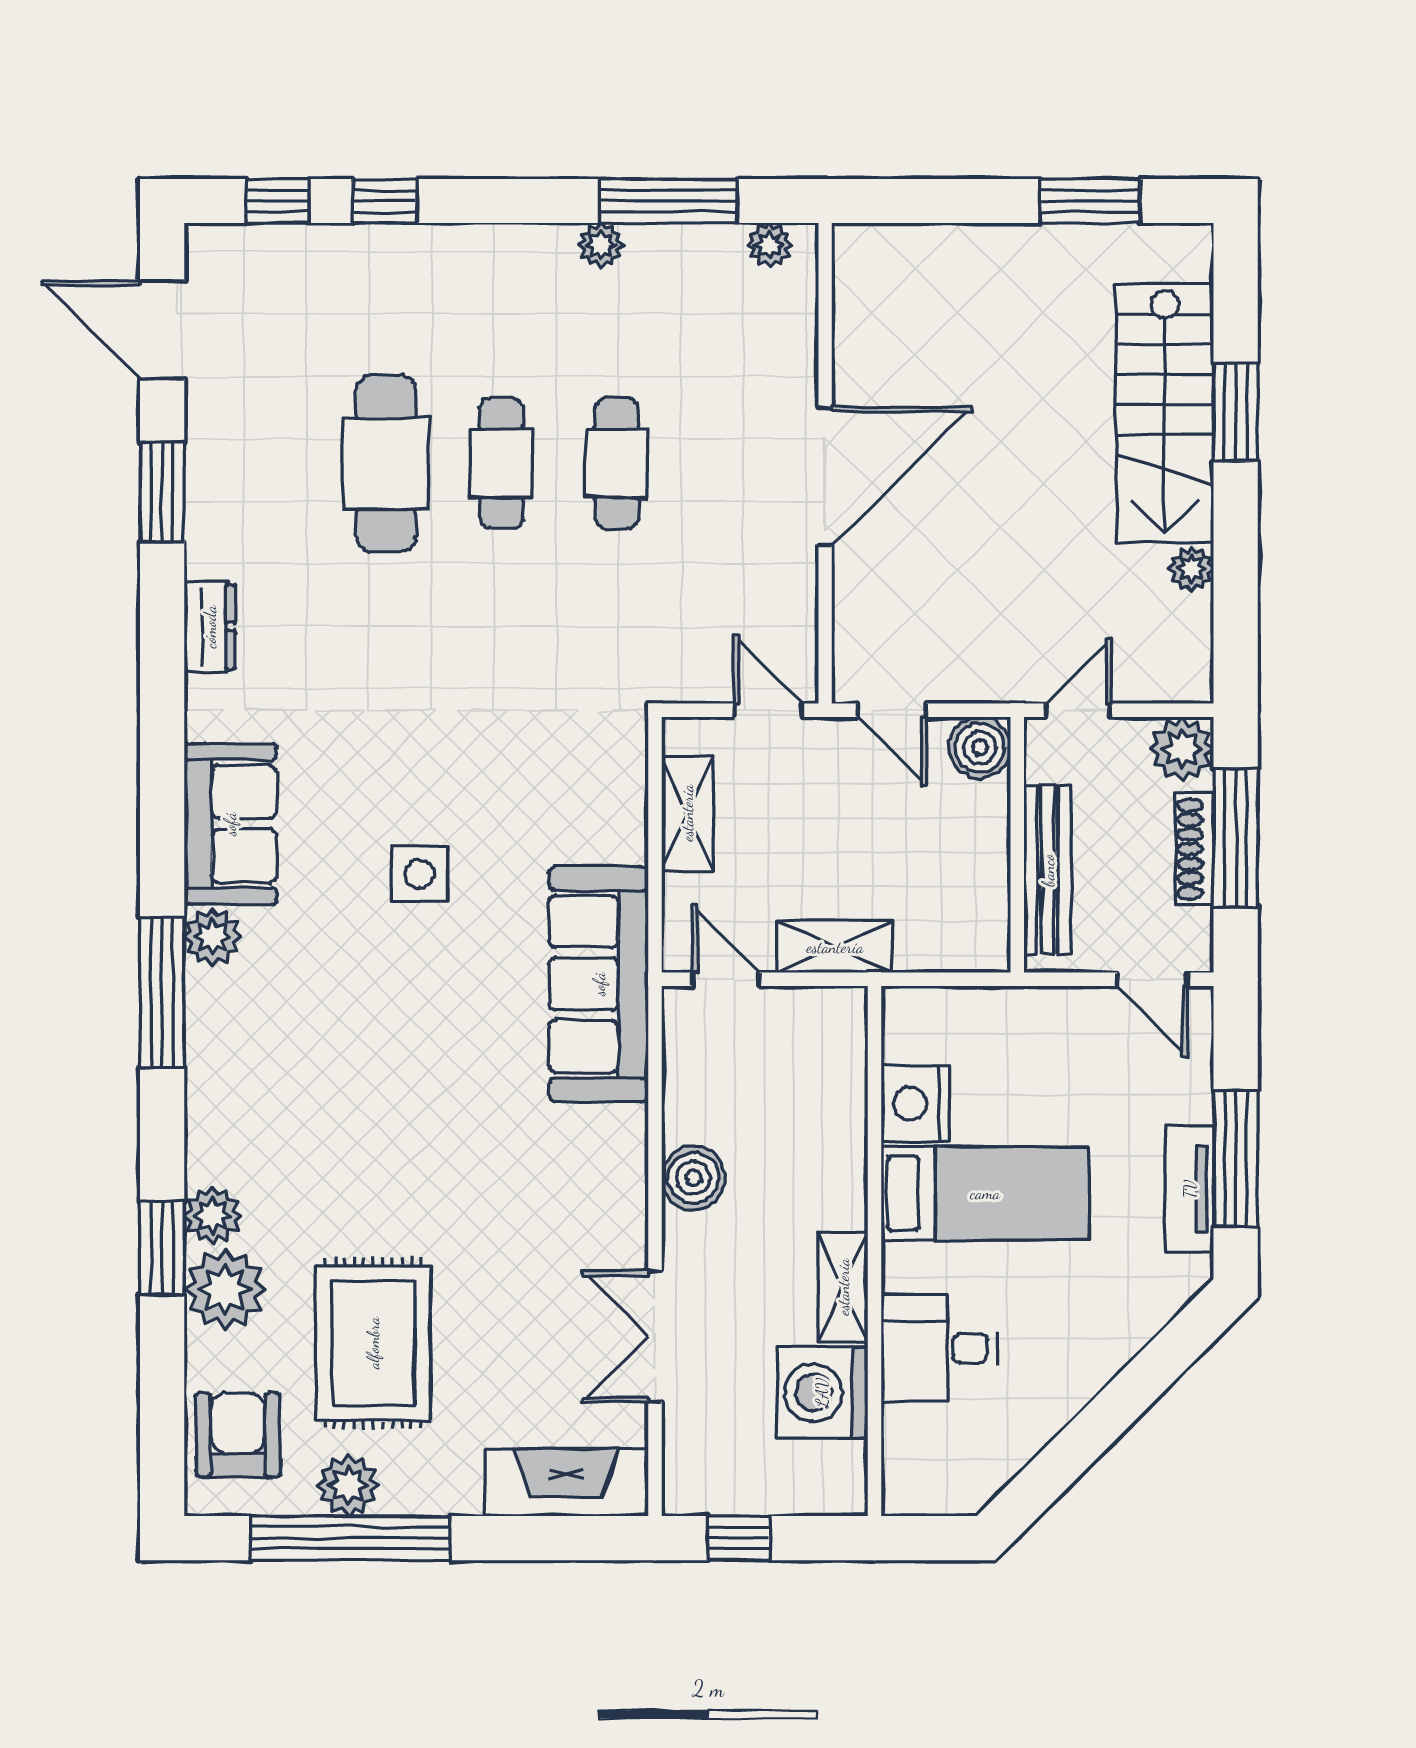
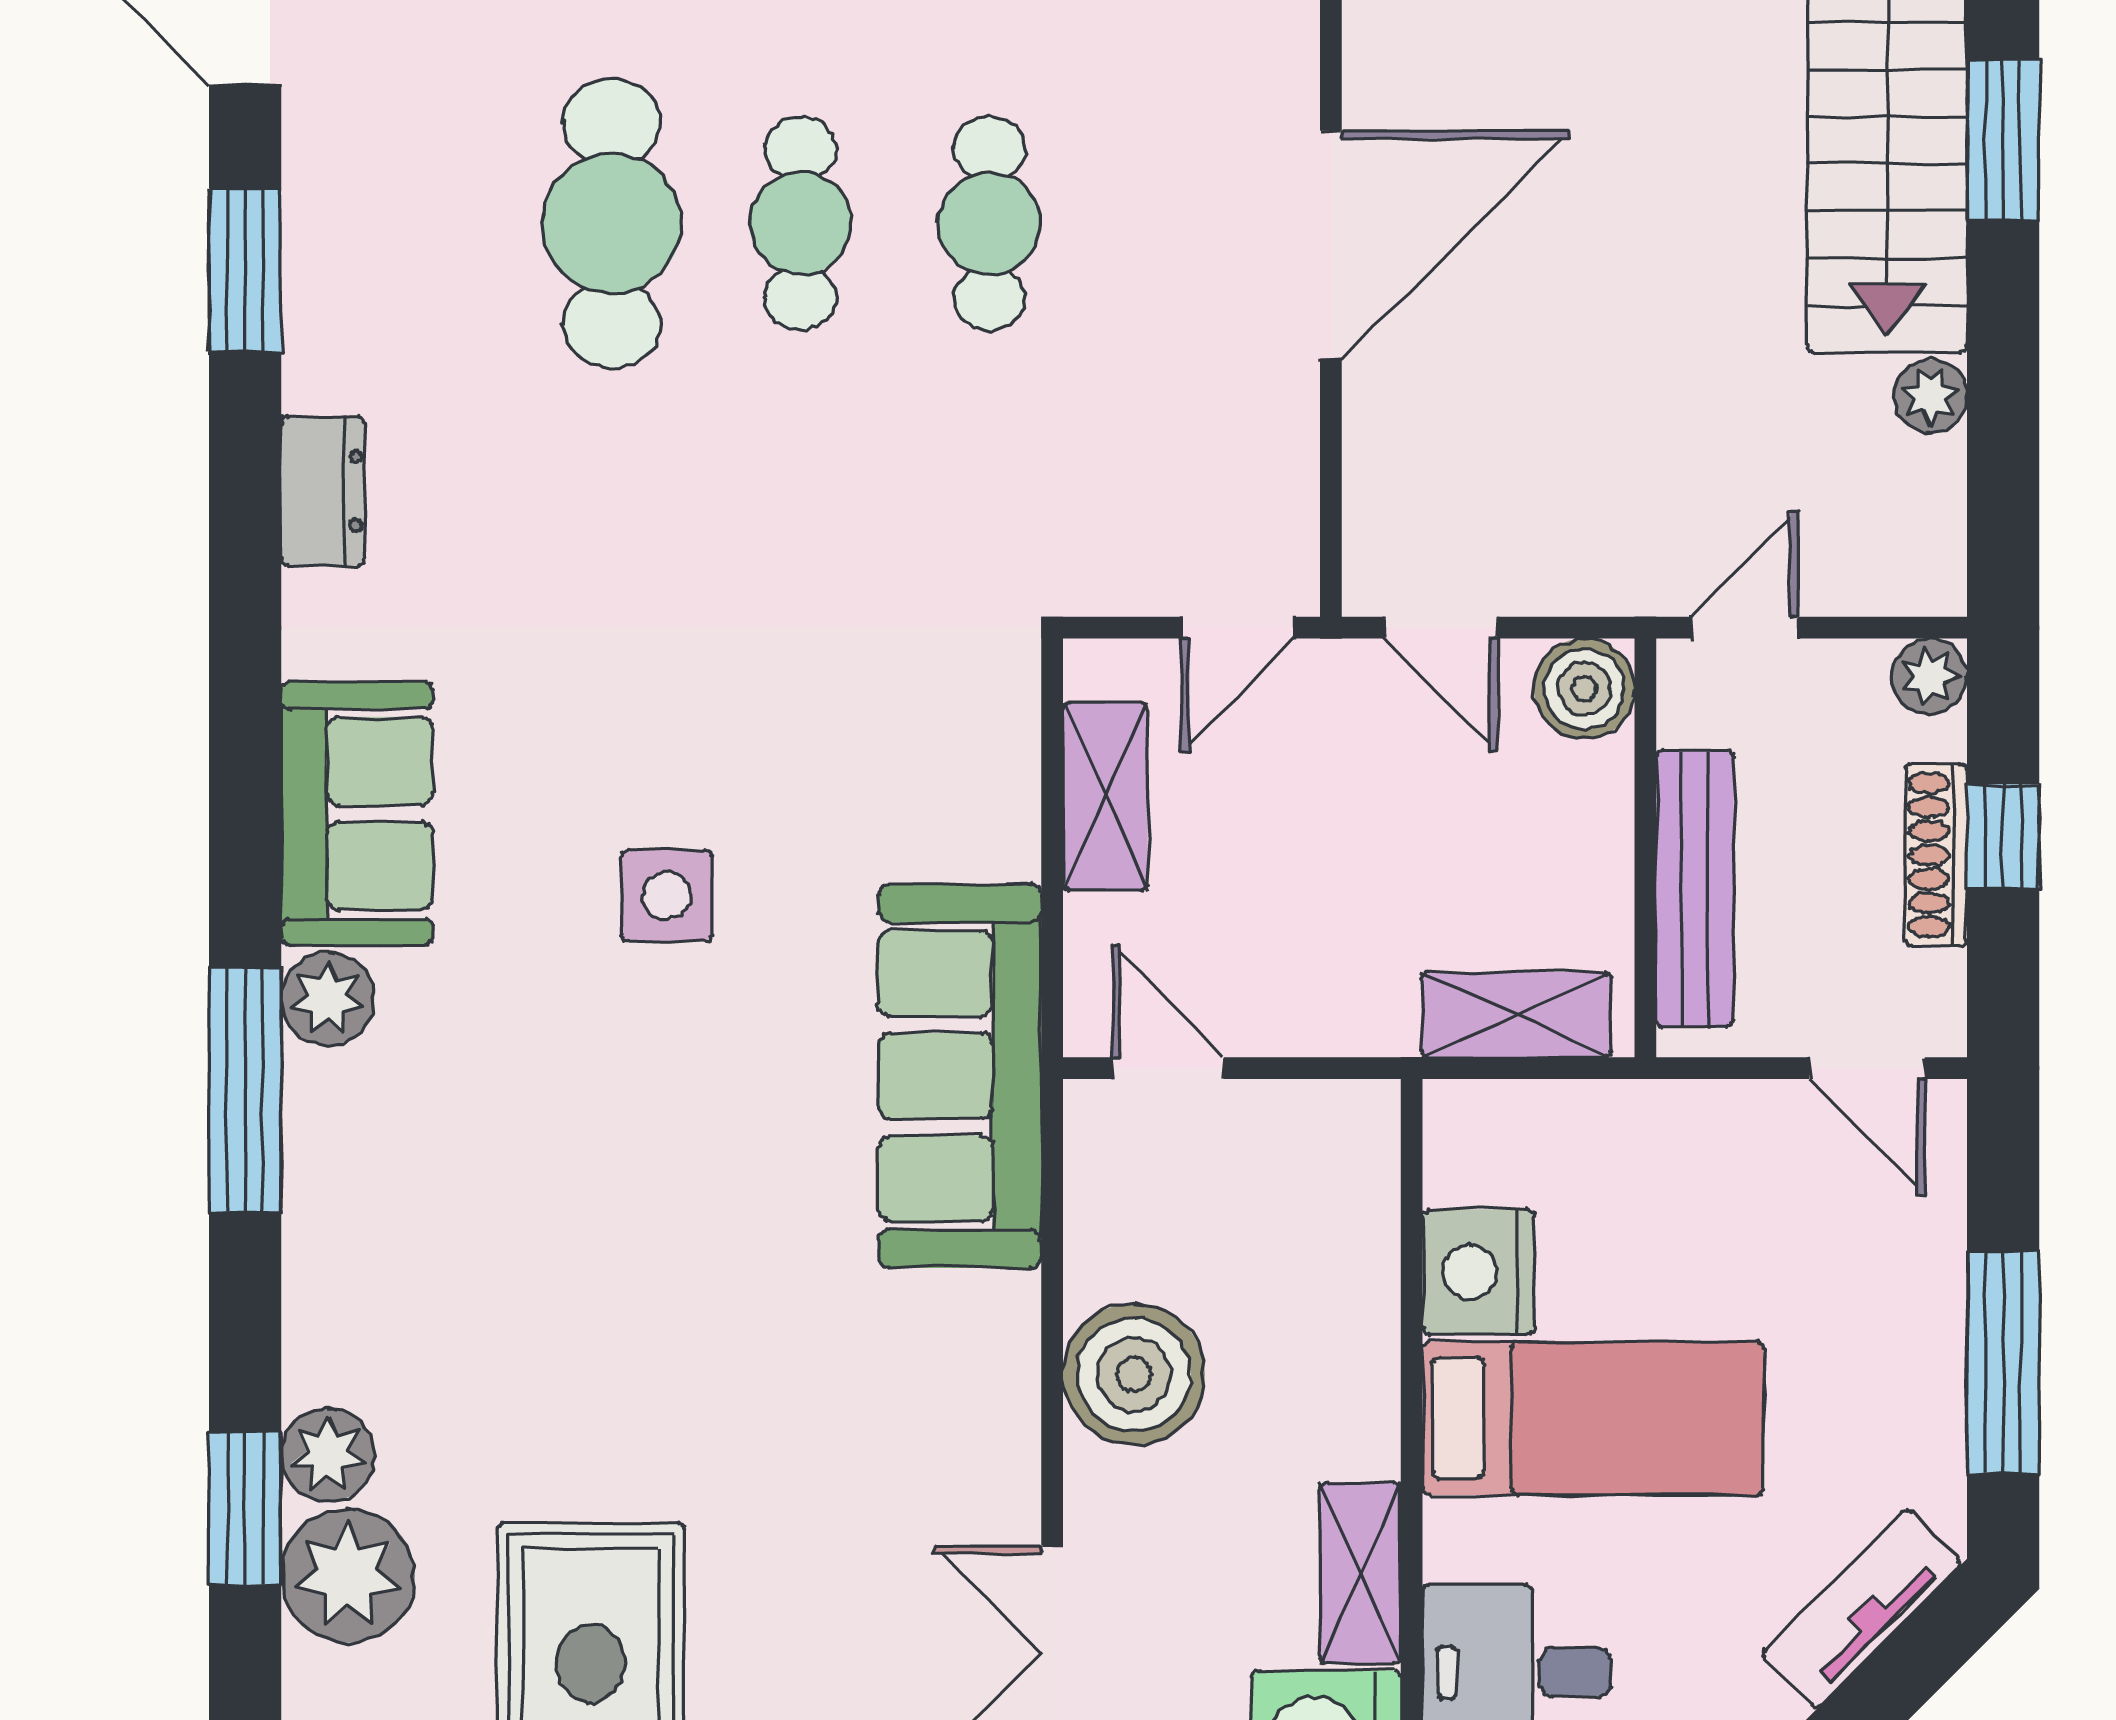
door: (768, 710) -> (1238, 628), swing flipped
plant: (1182, 749) -> (1929, 676), width x0.73, depth x0.73
window: (1236, 838) -> (2003, 837), width x0.46
shelving: (835, 947) -> (1516, 1015), moved
boiler: (693, 1178) -> (1134, 1374), width x1.37, depth x1.37
tv unit: (1190, 1189) -> (1862, 1609), moved, turned 45

